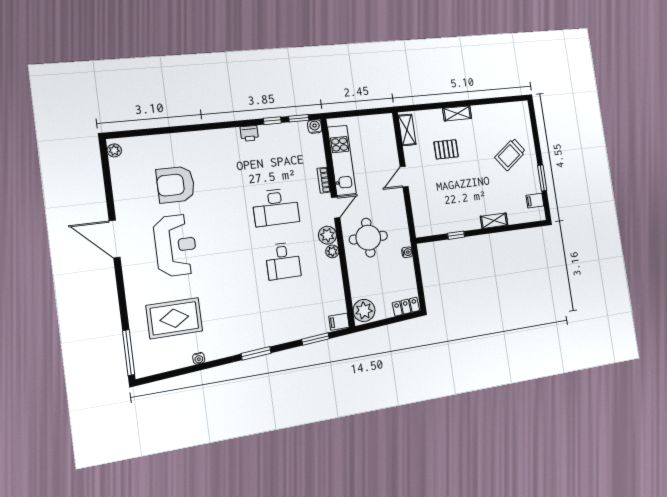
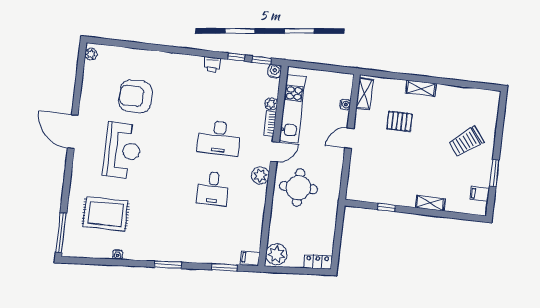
plant: (332, 251) -> (271, 104), moved
water cooler: (407, 252) -> (345, 105), moved

